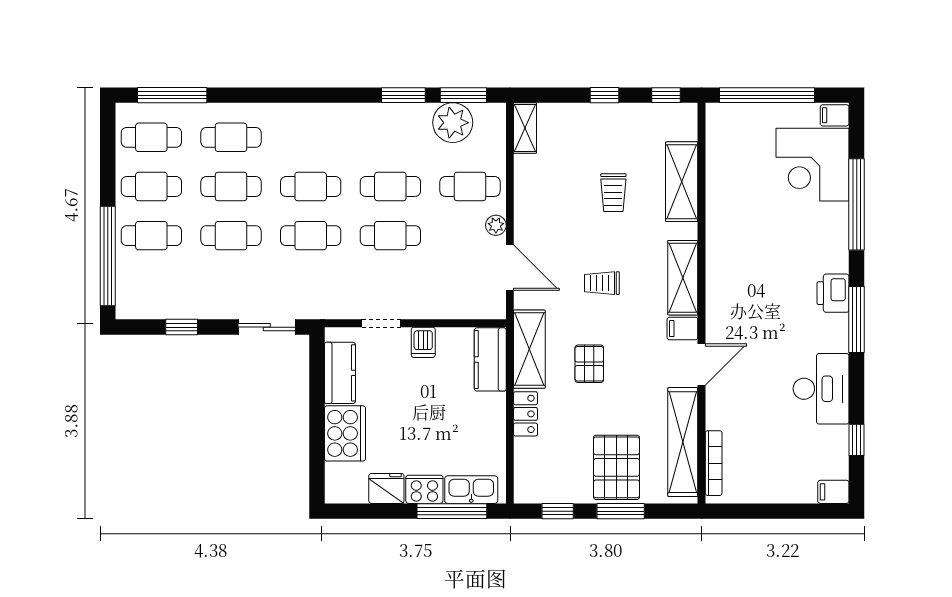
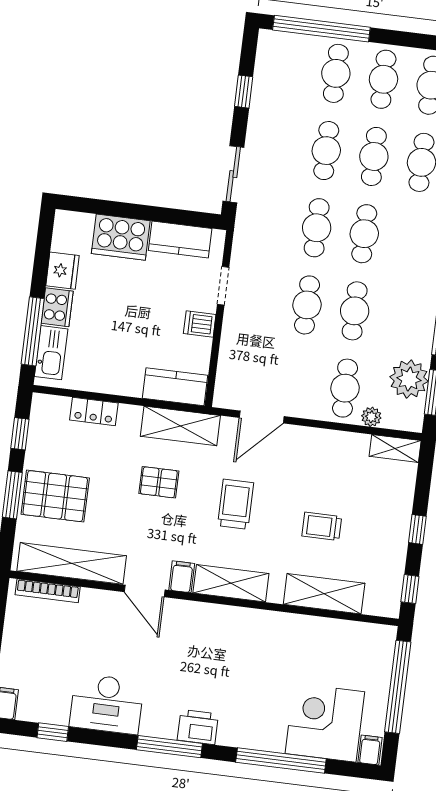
plant: (496, 225) -> (371, 417), moved
trolley: (602, 283) -> (236, 504), width x1.36, depth x1.39
locker: (526, 414) -> (94, 411), moved

